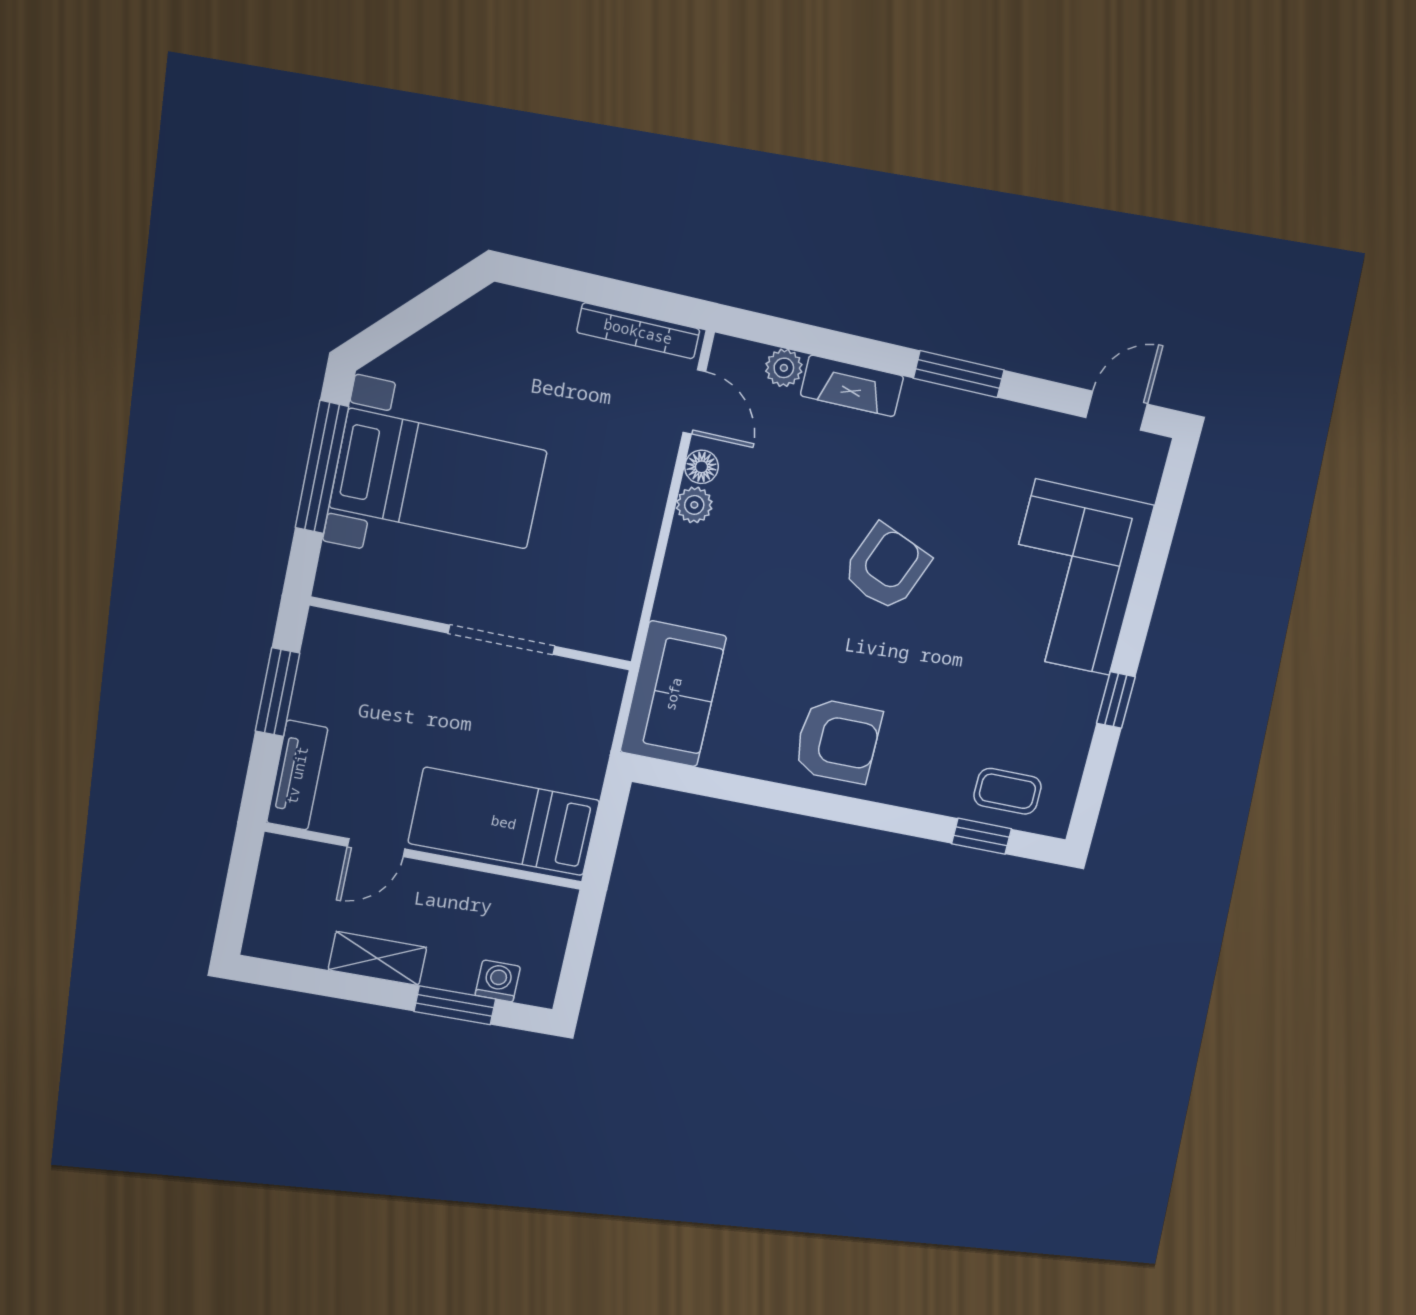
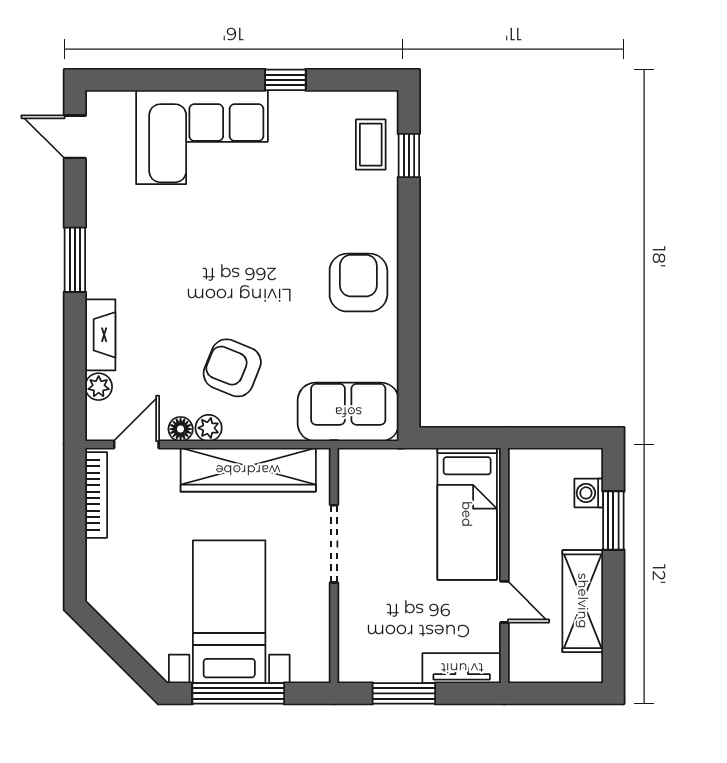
wardrobe: (626, 546) -> (248, 470), added
armchair: (886, 567) -> (232, 368), moved
shelving: (377, 959) -> (583, 601), width x1.50, depth x1.33

